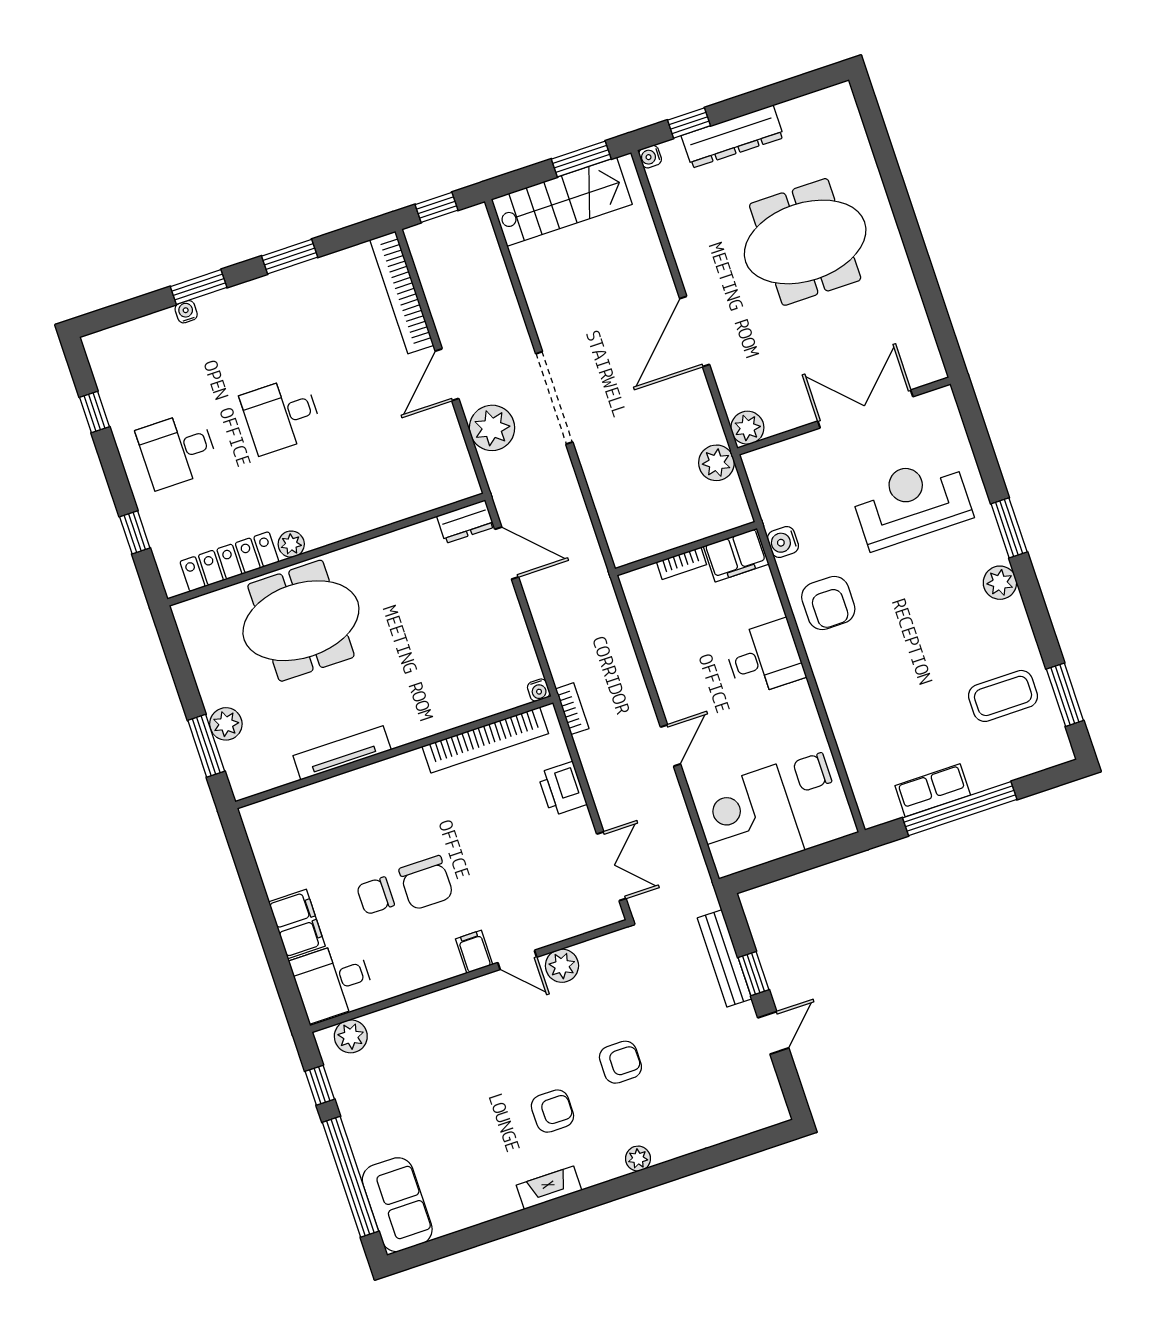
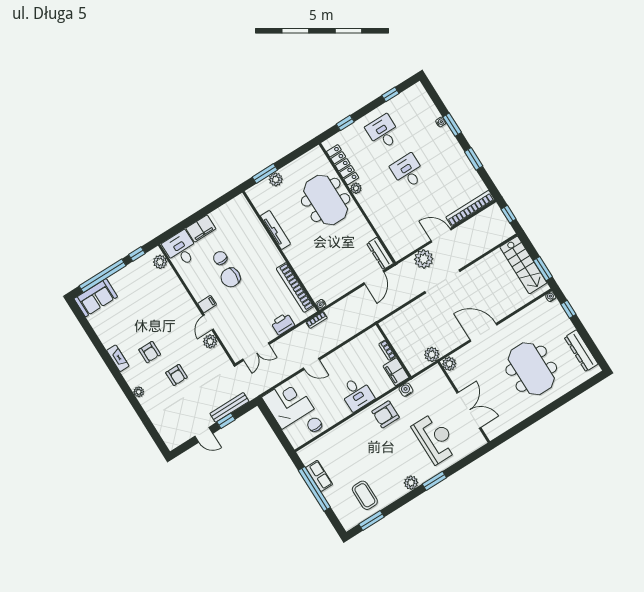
dresser: (733, 137) -> (581, 351), moved
dresser: (465, 522) -> (380, 253), width x1.44

